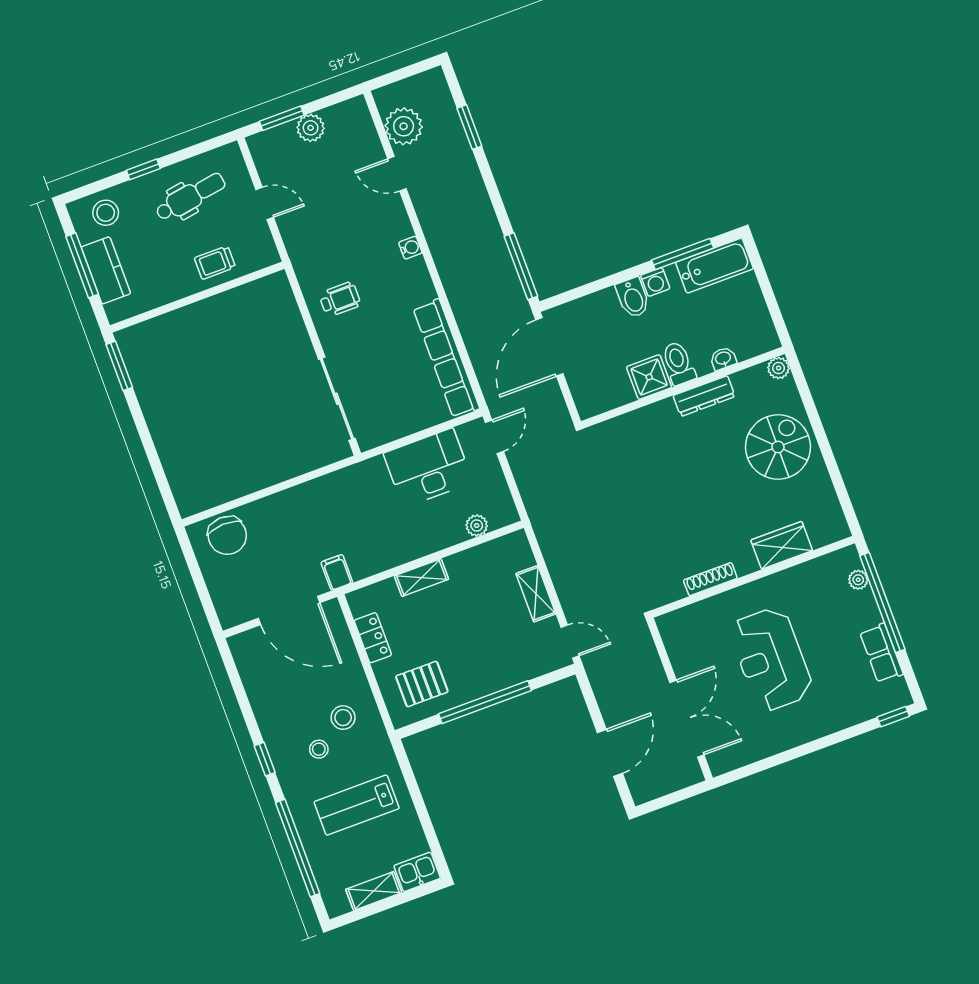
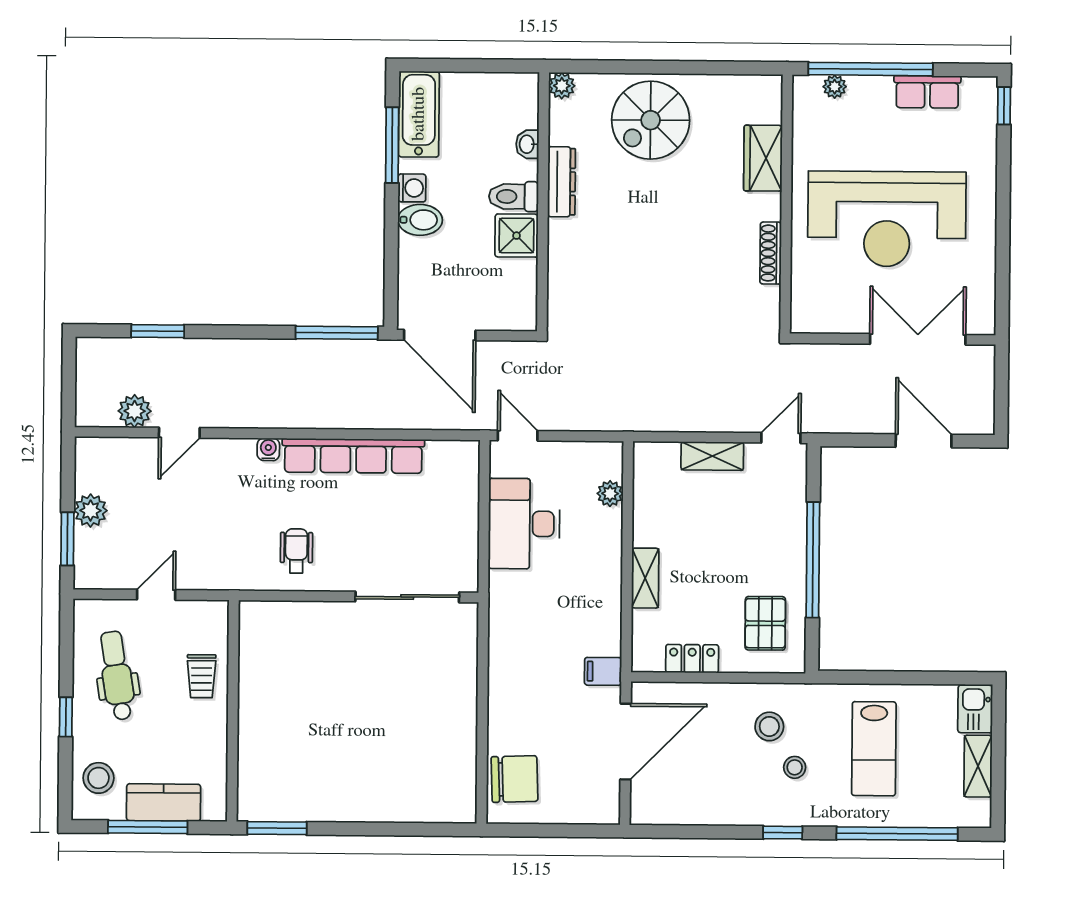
plant: (404, 126) -> (135, 411), width x0.73, depth x0.73
row of seats: (446, 358) -> (353, 456), moved
spiral stairs: (778, 447) -> (651, 120), turned -90
reception desk: (771, 659) -> (887, 219), width x1.36, depth x1.30

